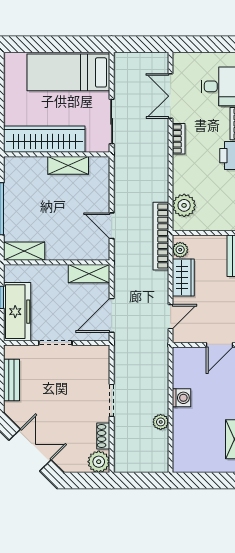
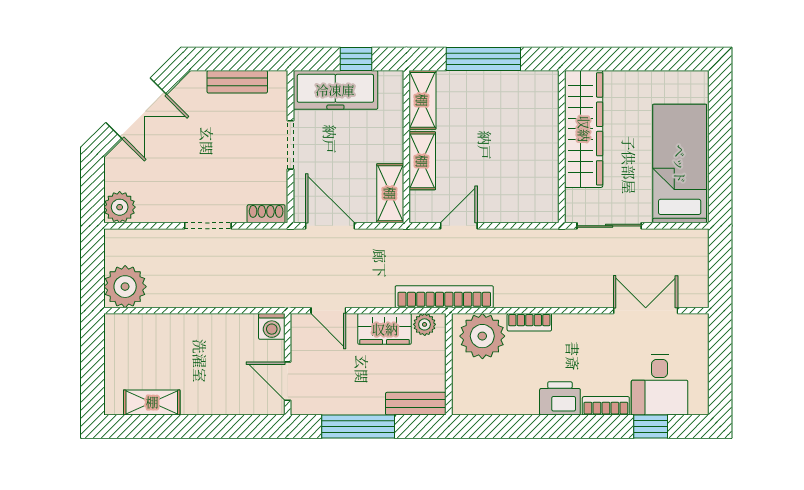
bookcase: (179, 139) -> (529, 322), moved
shelving: (68, 165) -> (422, 161), moved
plant: (184, 205) -> (482, 336), width x1.36, depth x1.36
washing machine: (182, 398) -> (272, 326), moved
plant: (161, 422) -> (125, 287), moved, width x1.88, depth x1.88
shoe rack: (103, 436) -> (266, 214), moved

